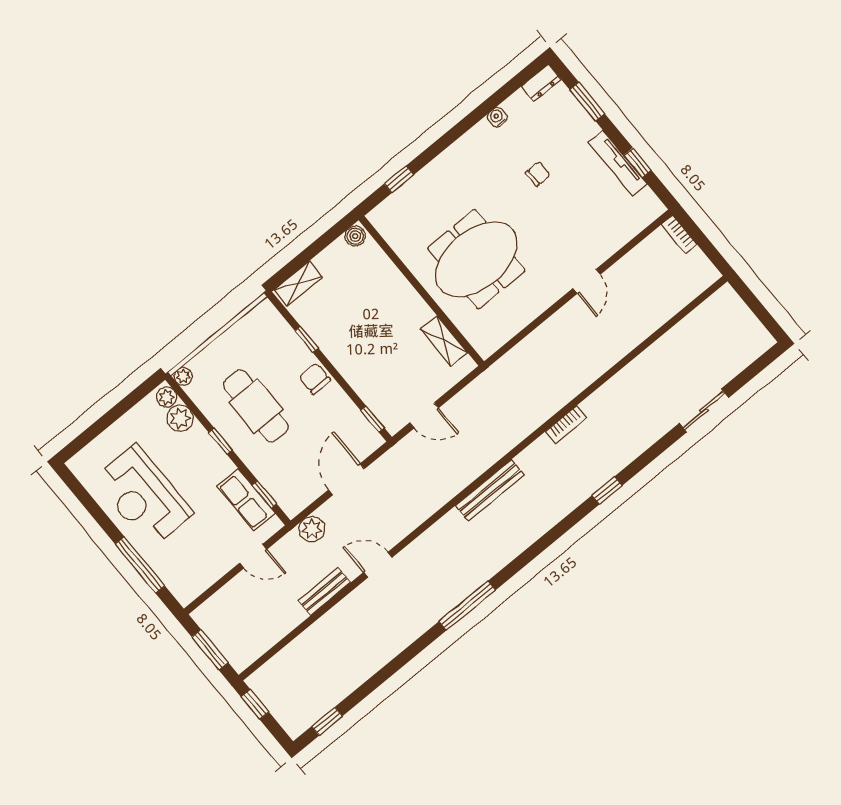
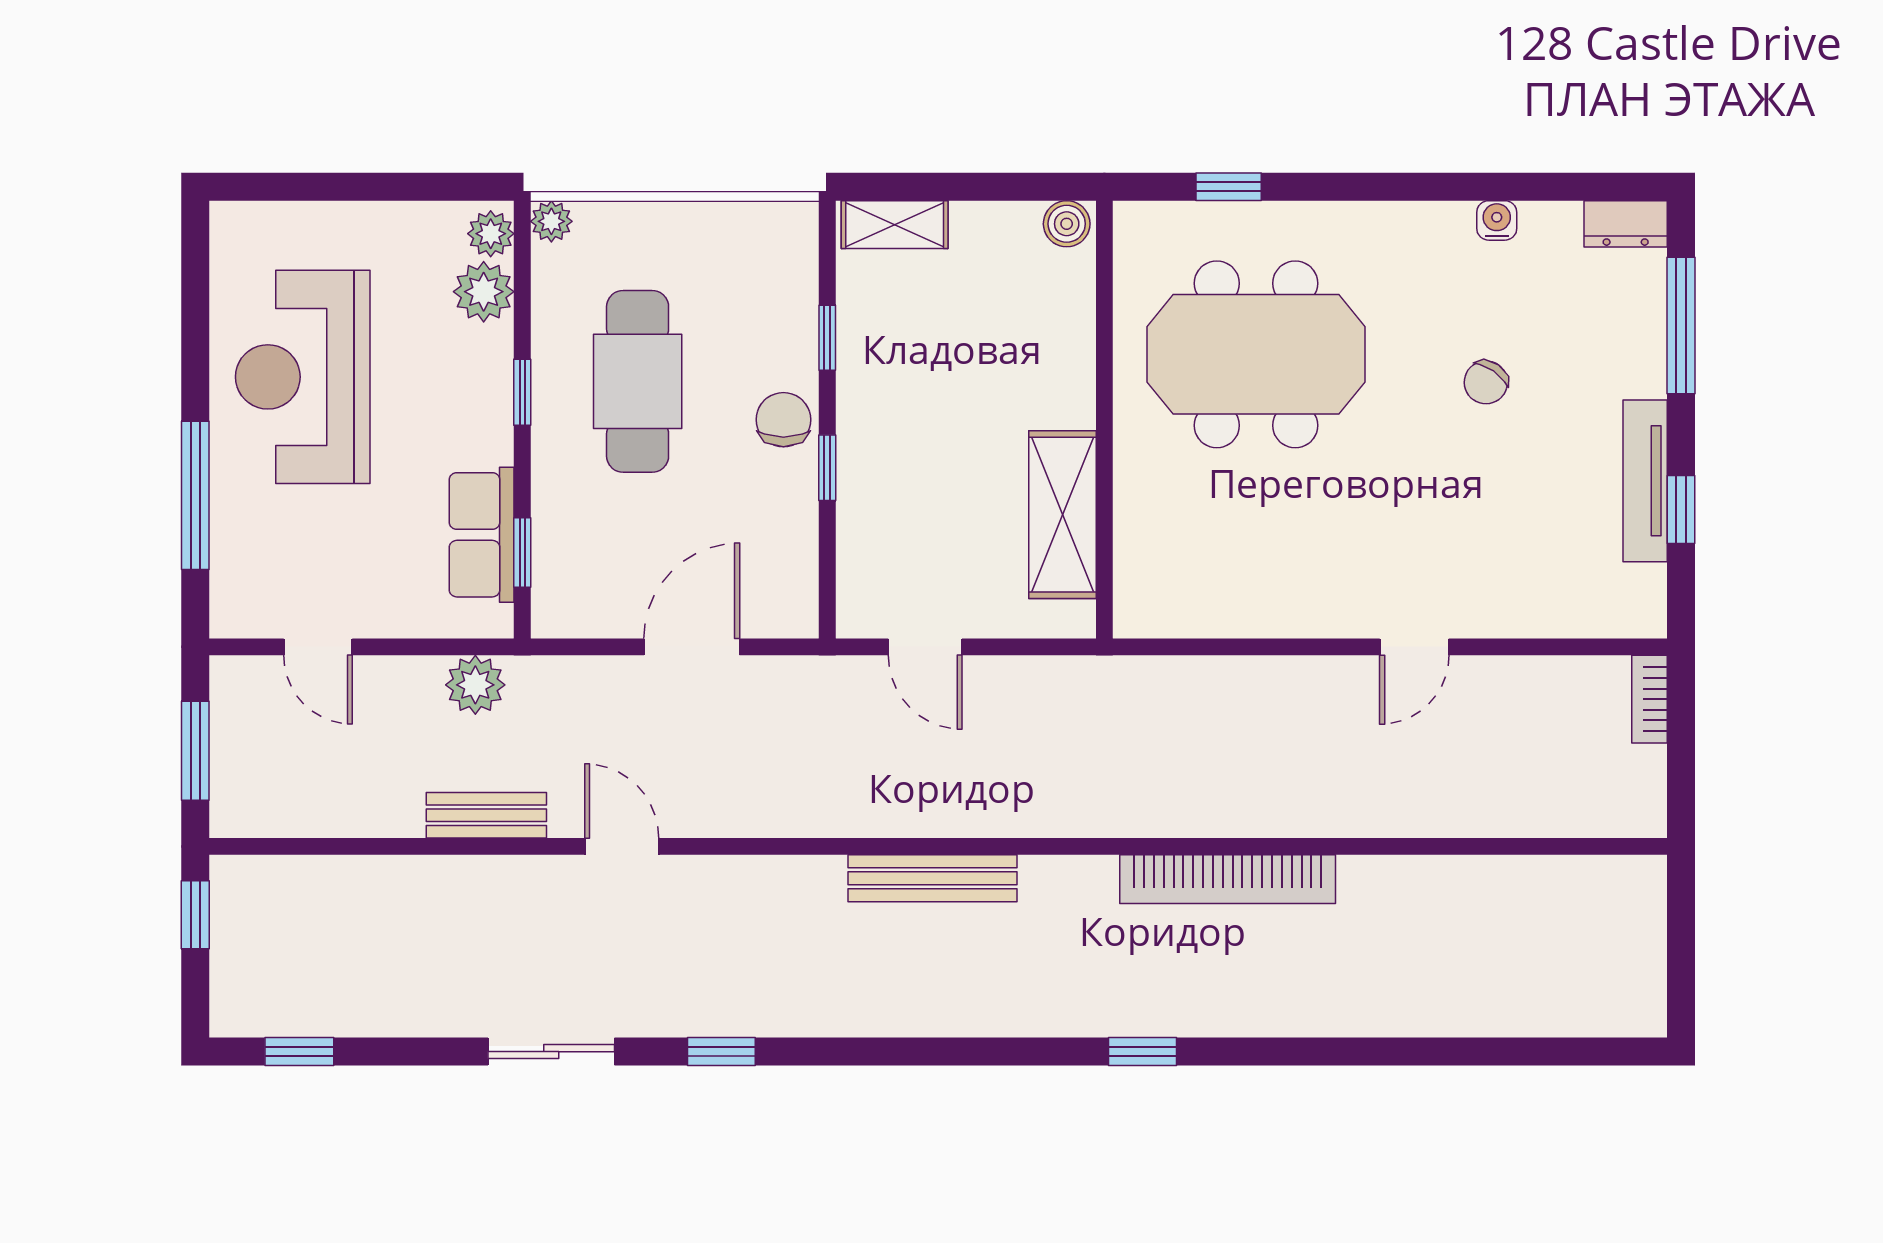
window: (587, 102) -> (1681, 326), width x1.44
chair: (538, 174) -> (1486, 382), turned 125
meeting table: (476, 259) -> (1256, 354), moved
shelving: (444, 341) -> (1062, 515), width x1.50, depth x1.33
sliding door: (704, 411) -> (551, 1052), moved
window: (372, 419) -> (827, 468), moved
bookcase: (566, 425) -> (1228, 879), width x2.31, depth x1.31
plant: (312, 529) -> (475, 685), moved
door: (253, 556) -> (318, 647), moved
window: (467, 606) -> (721, 1052), width x0.46

